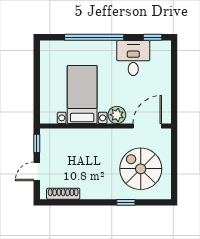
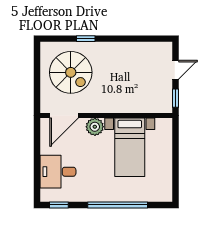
desk: (133, 58) -> (58, 172), moved, turned 90
shoe rack: (63, 194) -> (149, 47), removed

